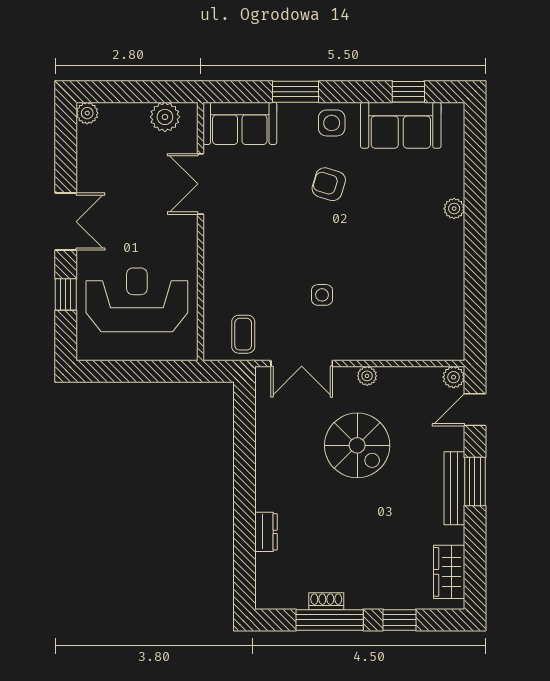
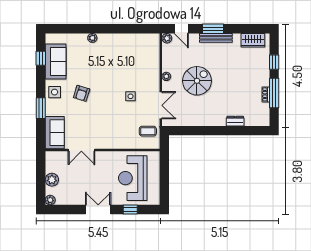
plant: (165, 117) -> (52, 180), moved

